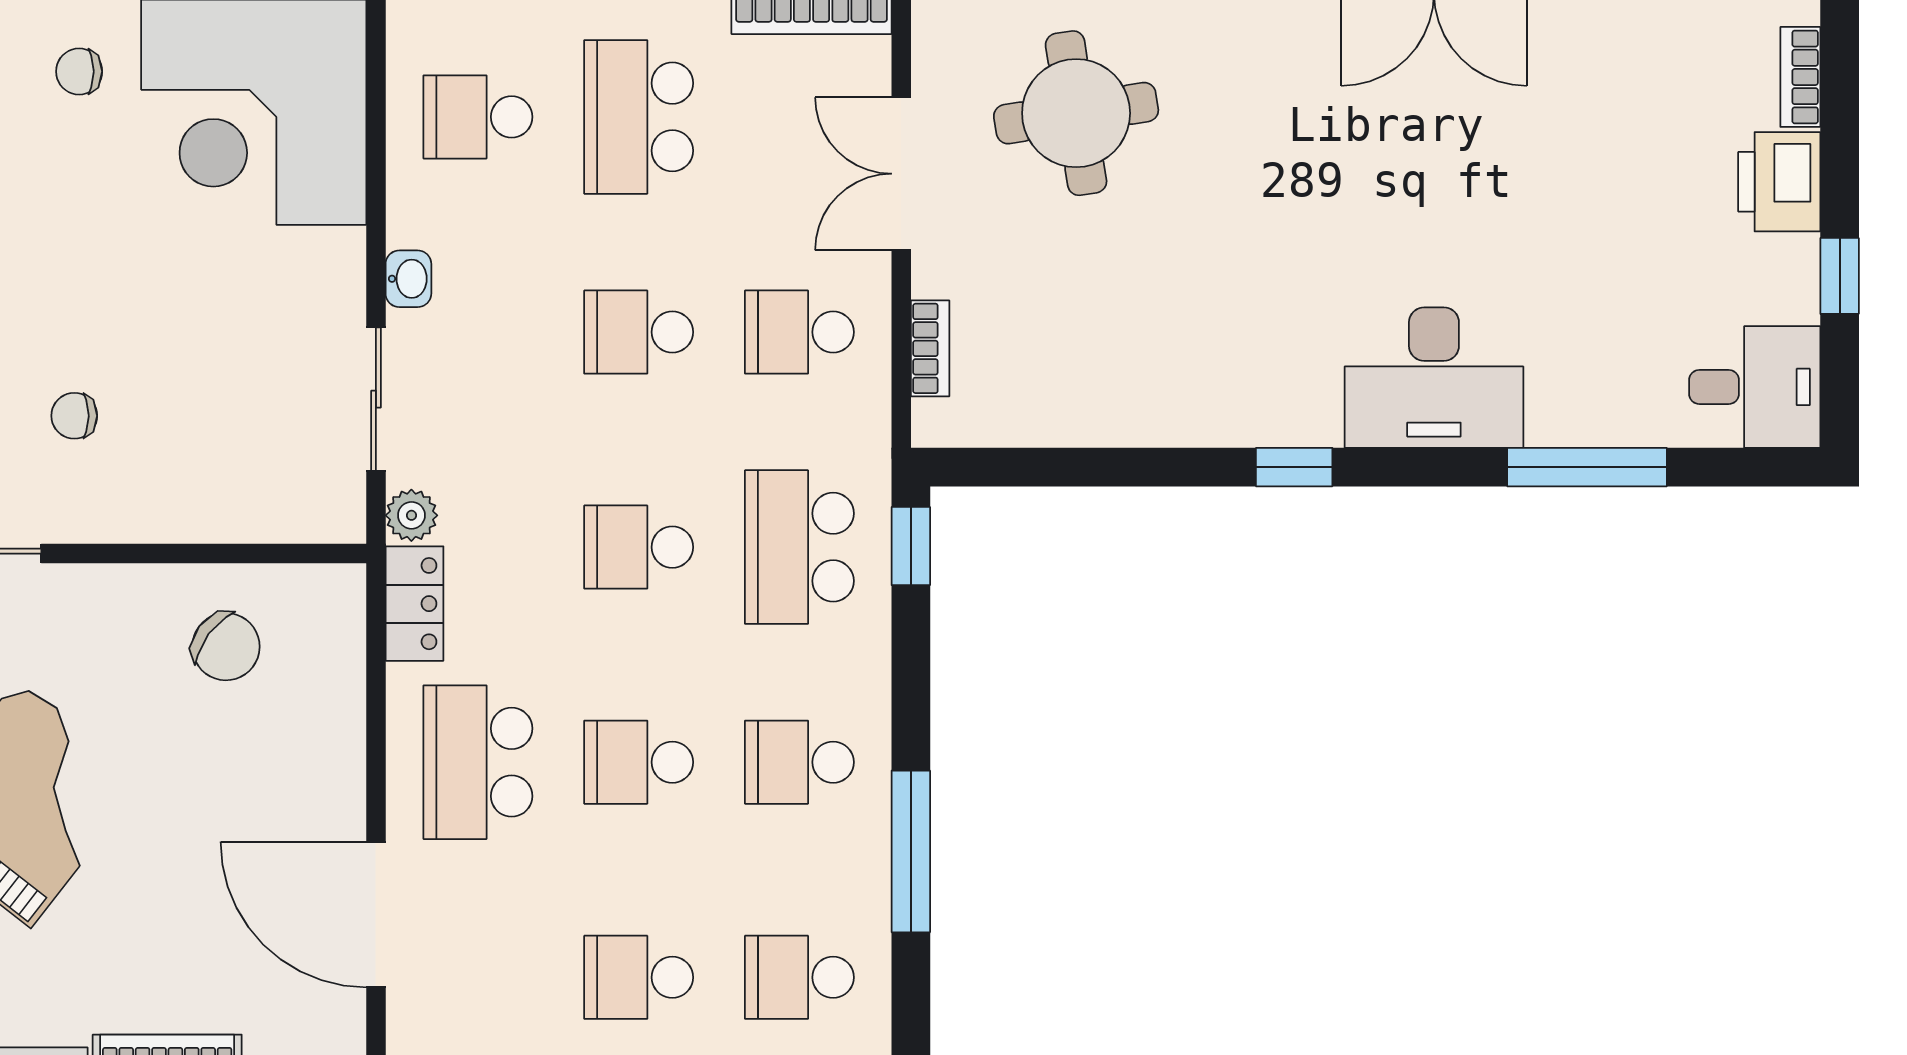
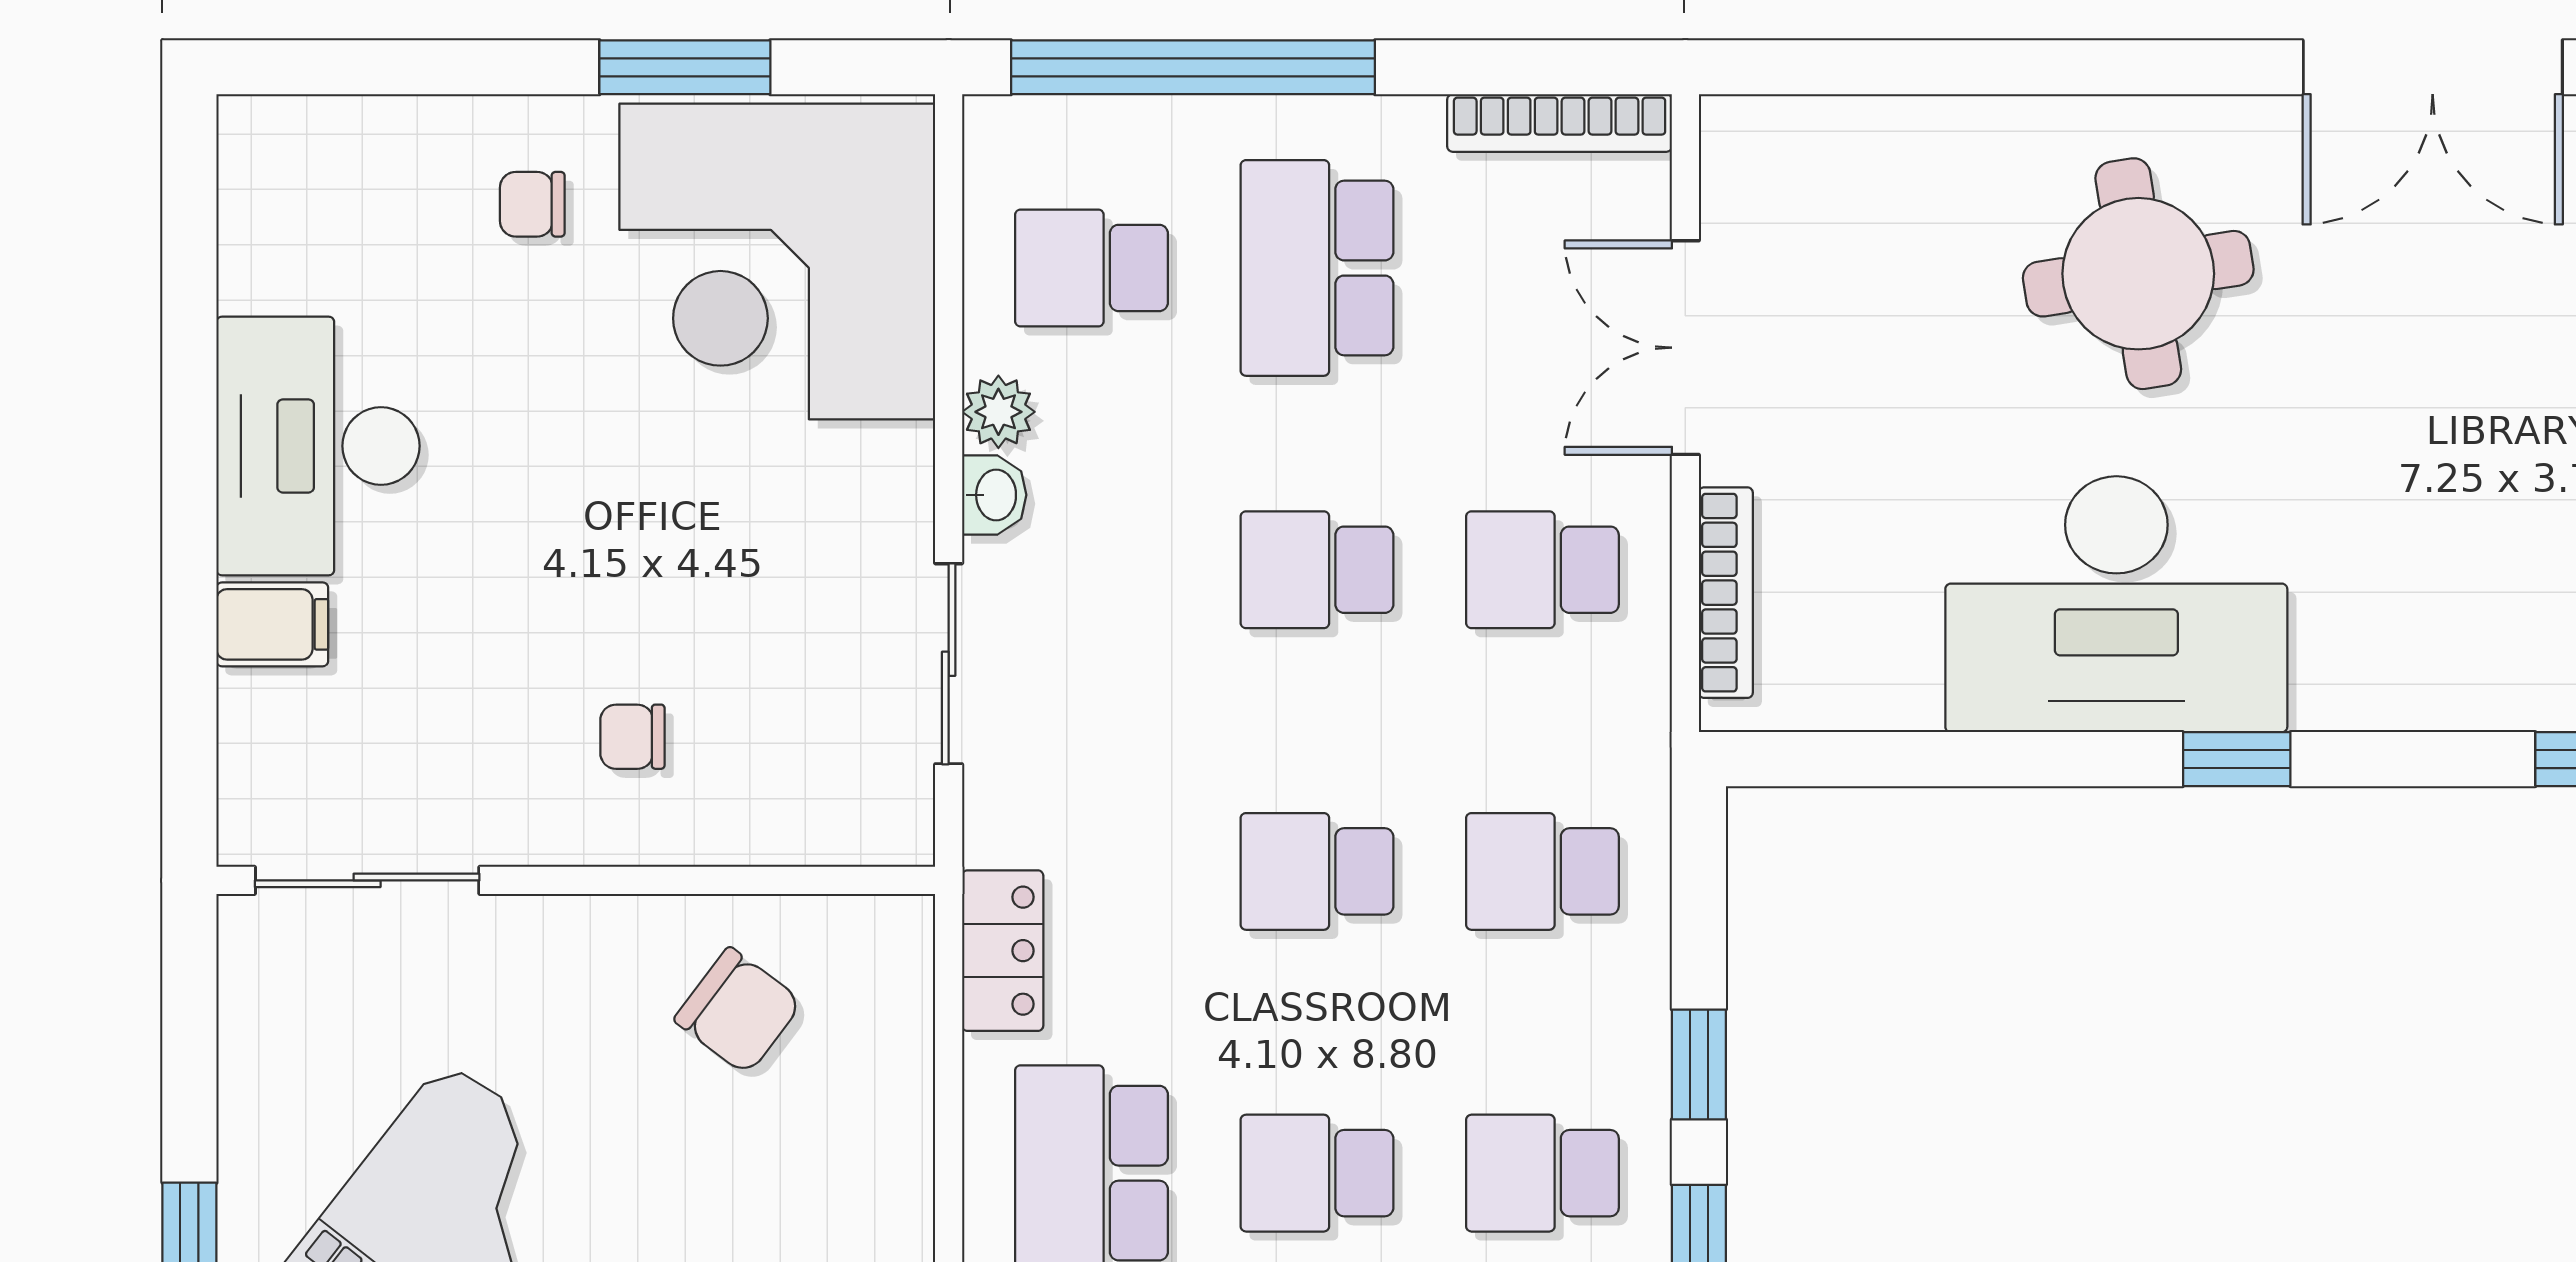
round table: (1076, 113) -> (2138, 274), moved
bookcase: (930, 348) -> (1726, 593), width x1.56
desk: (1434, 378) -> (2116, 604), moved, width x1.36, depth x1.30
chair: (74, 416) -> (632, 737), moved
plant: (411, 515) -> (998, 412), moved
window: (911, 546) -> (1699, 1064), moved
school desk: (799, 547) -> (1542, 871), width x0.54

